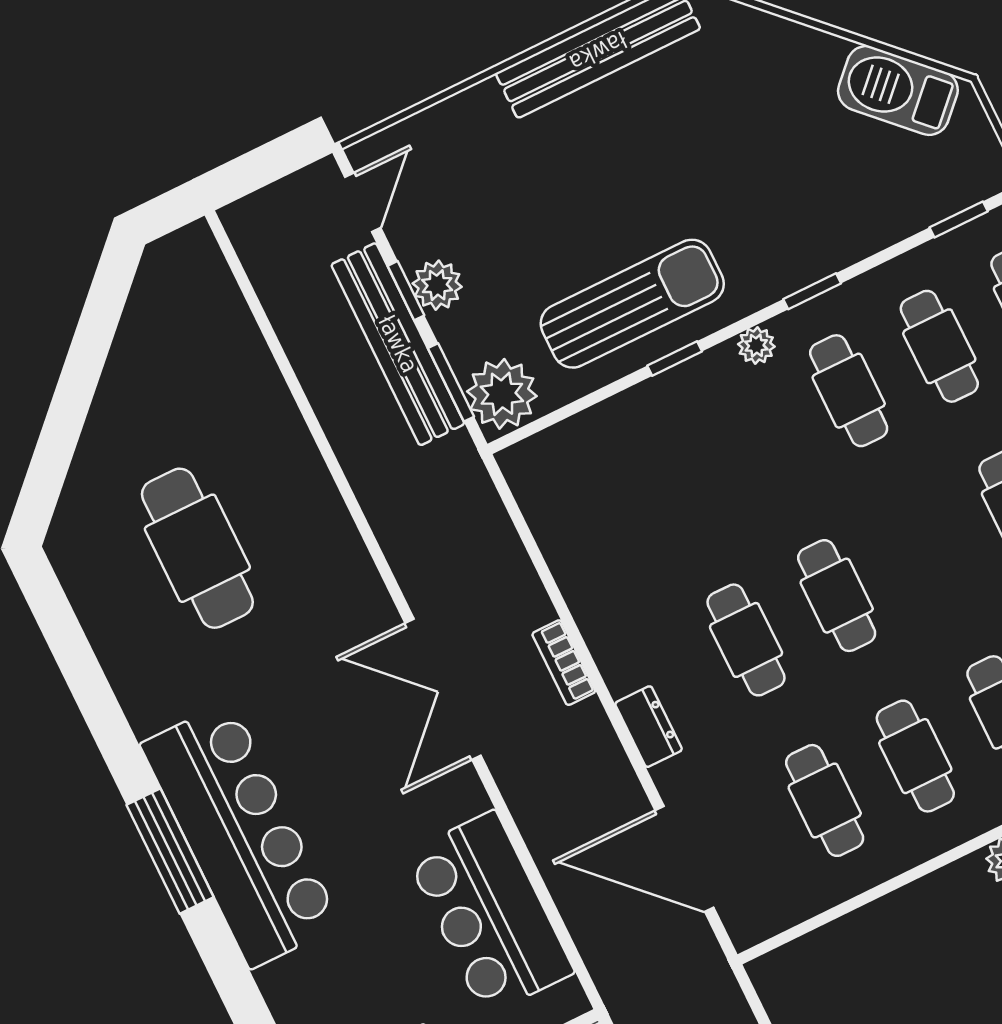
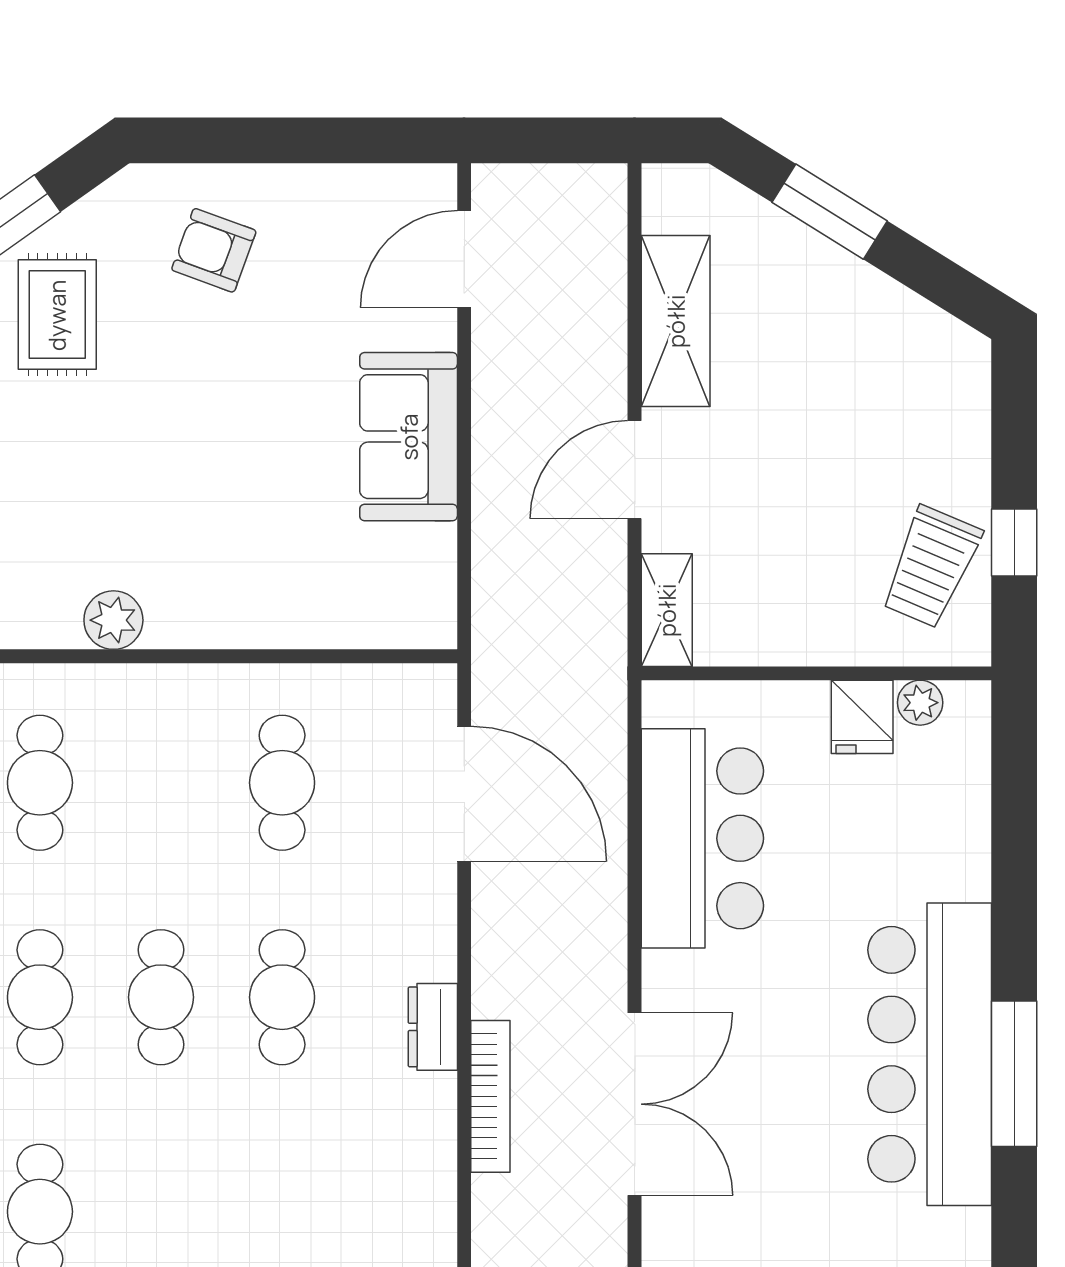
bookcase: (564, 663) -> (490, 1096), width x1.56
dresser: (649, 727) -> (433, 1027), moved
cafe table: (915, 756) -> (40, 997), moved

